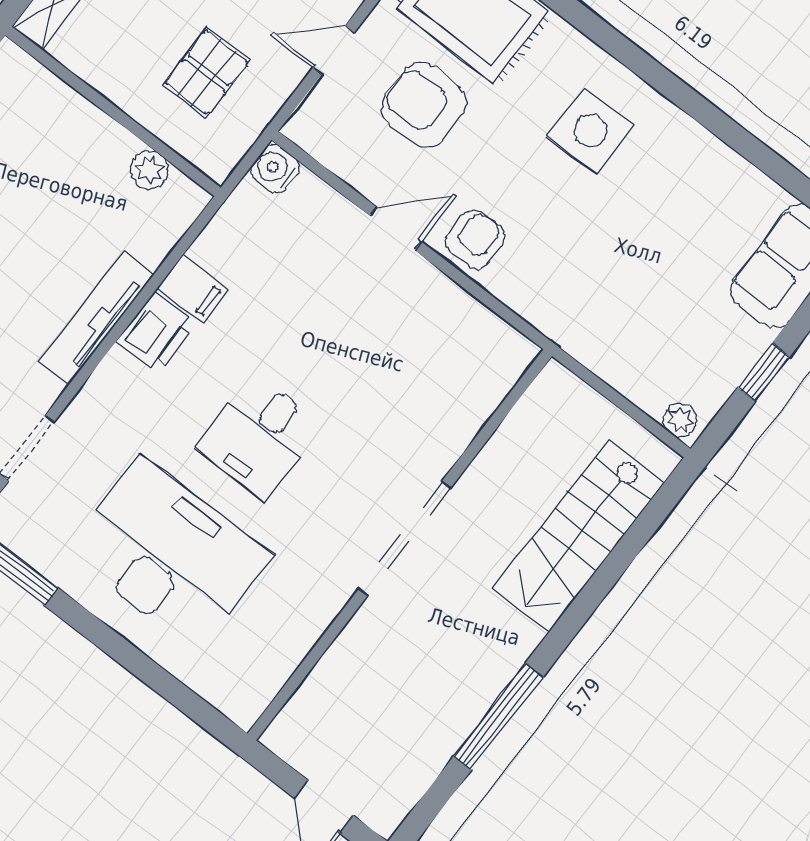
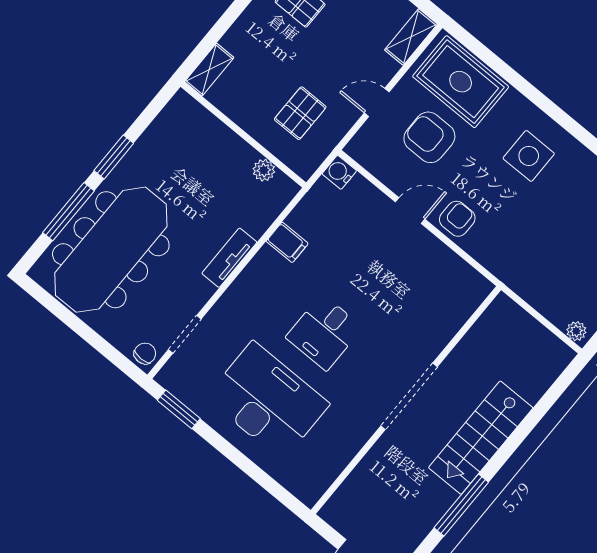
tv unit: (97, 318) -> (229, 258), width x0.71
printer: (156, 333) -> (265, 268), removed
stairs: (579, 536) -> (481, 438), moved

